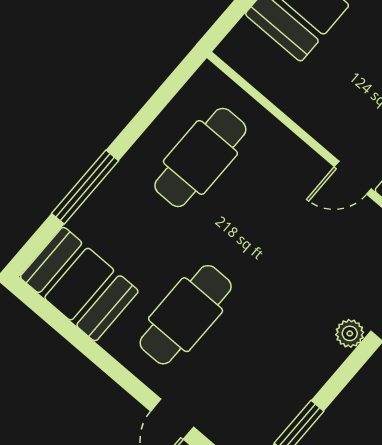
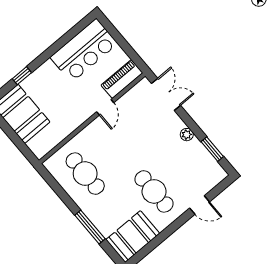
plant: (350, 333) -> (187, 135), moved

